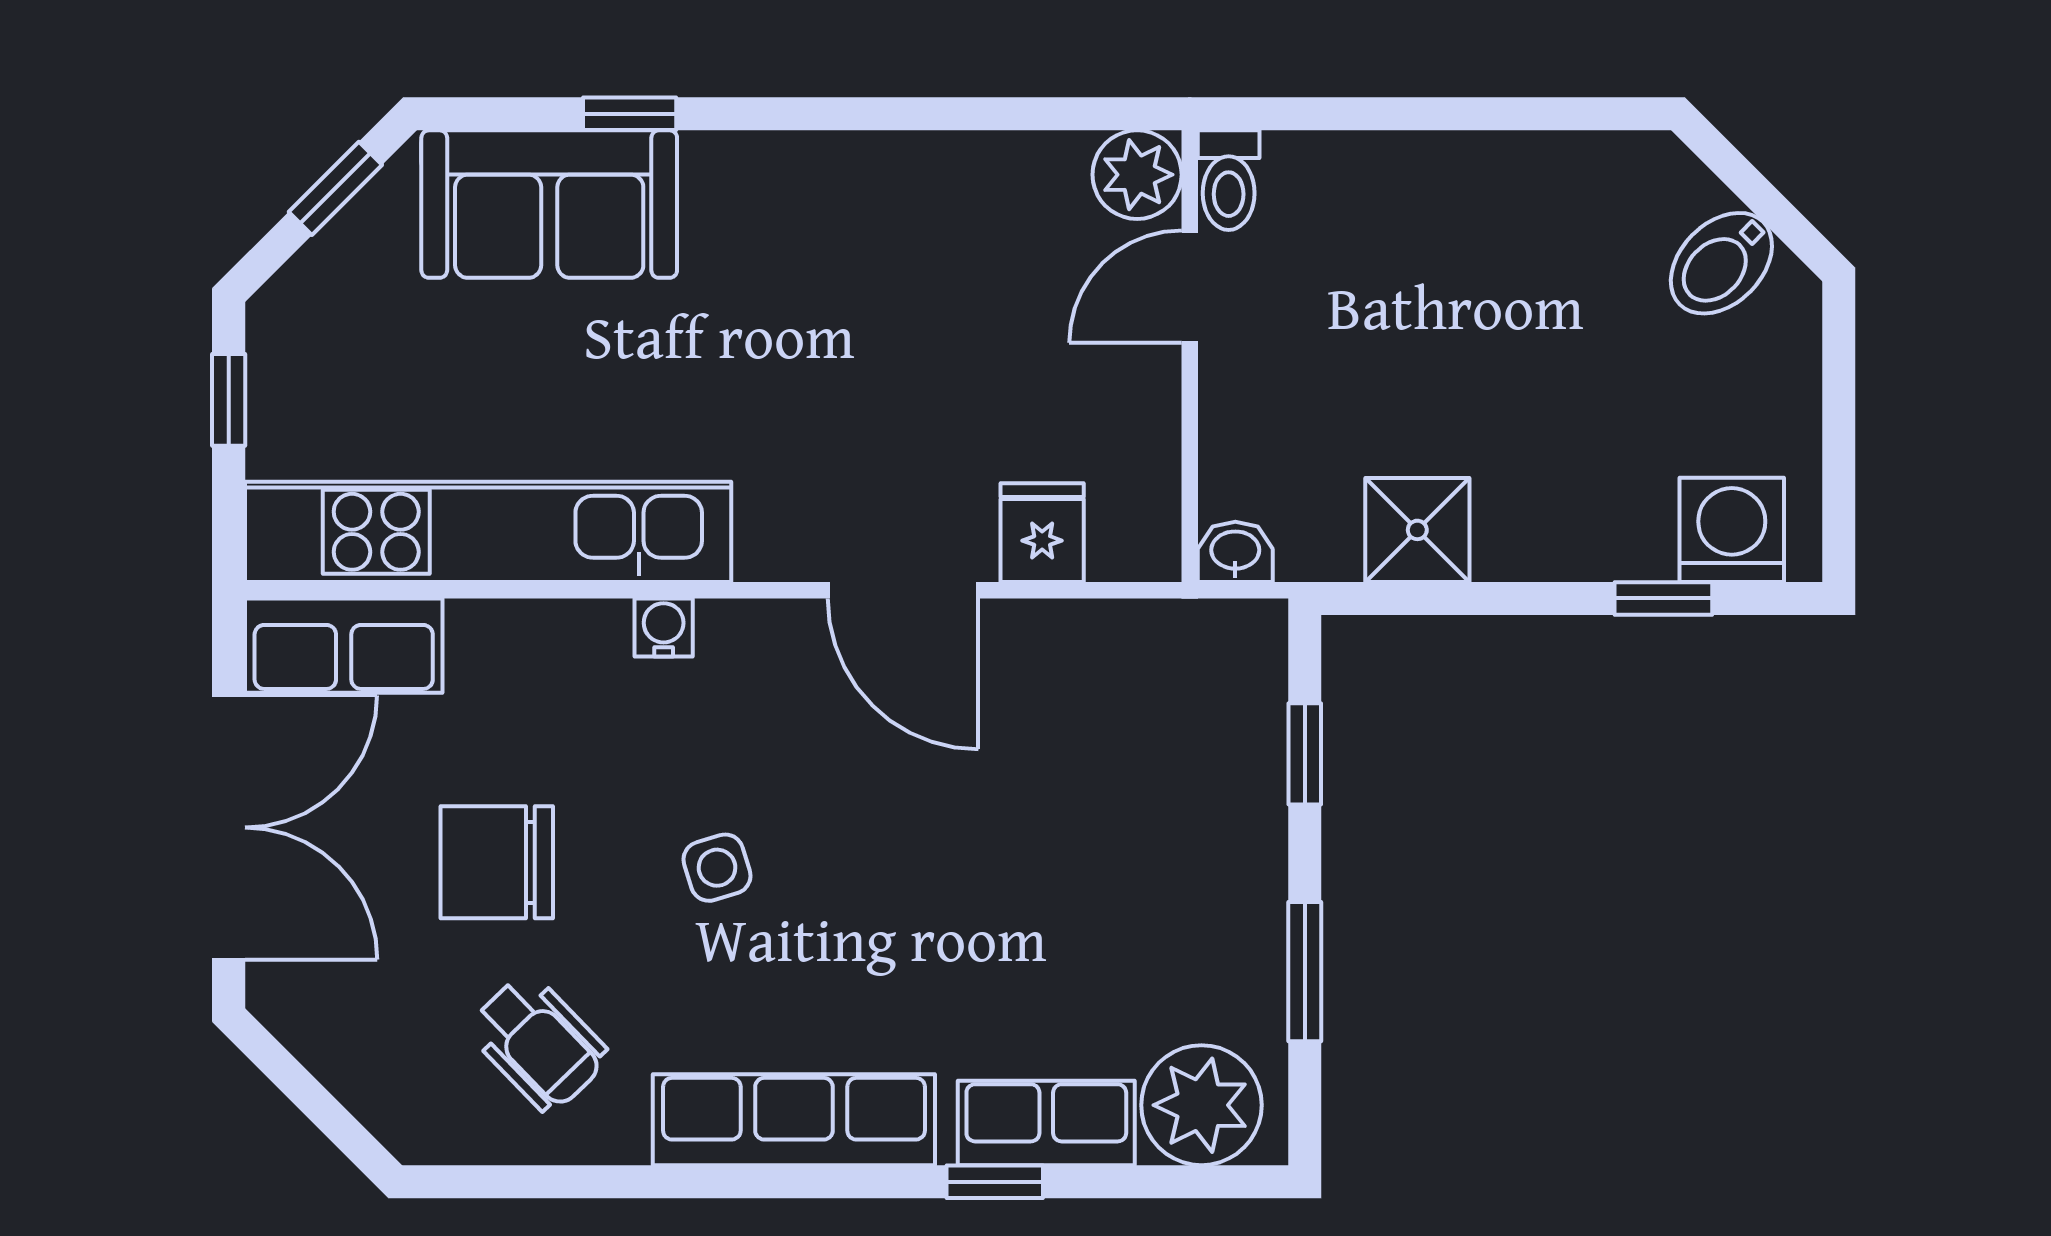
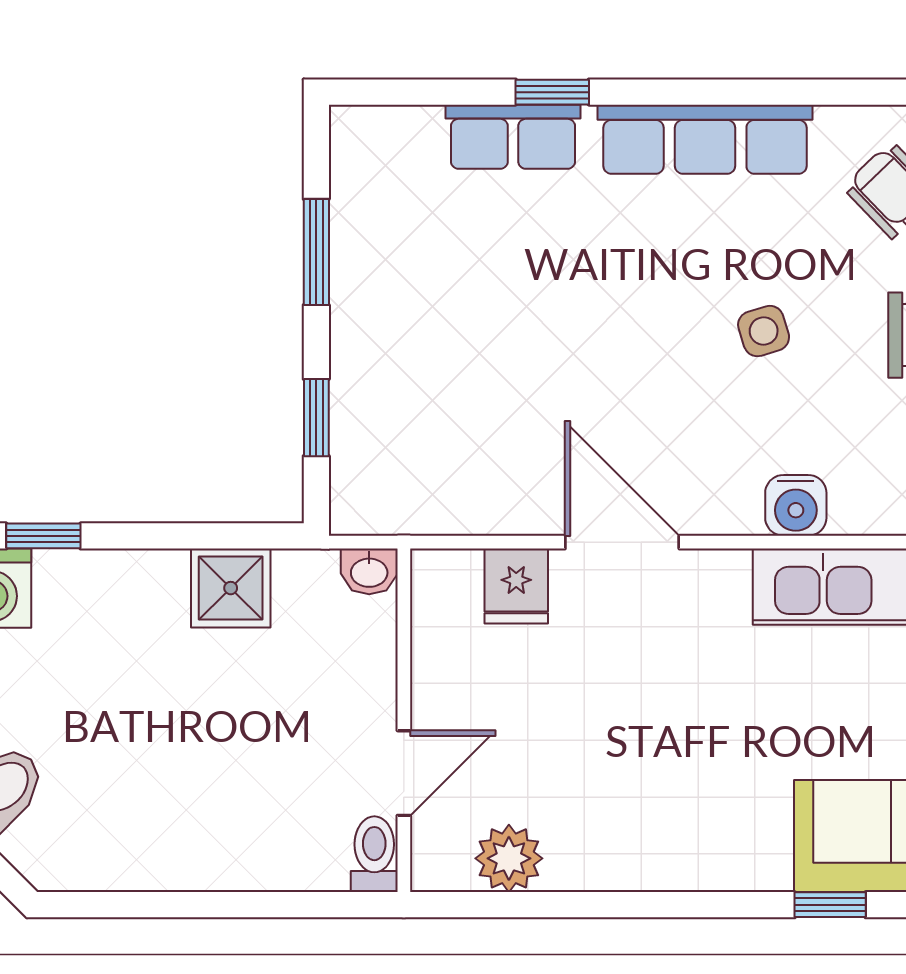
plant: (1137, 175) -> (509, 858), moved
water cooler: (664, 627) -> (796, 505), width x1.38, depth x1.38
plant: (1201, 1105) -> (395, 150), removed

